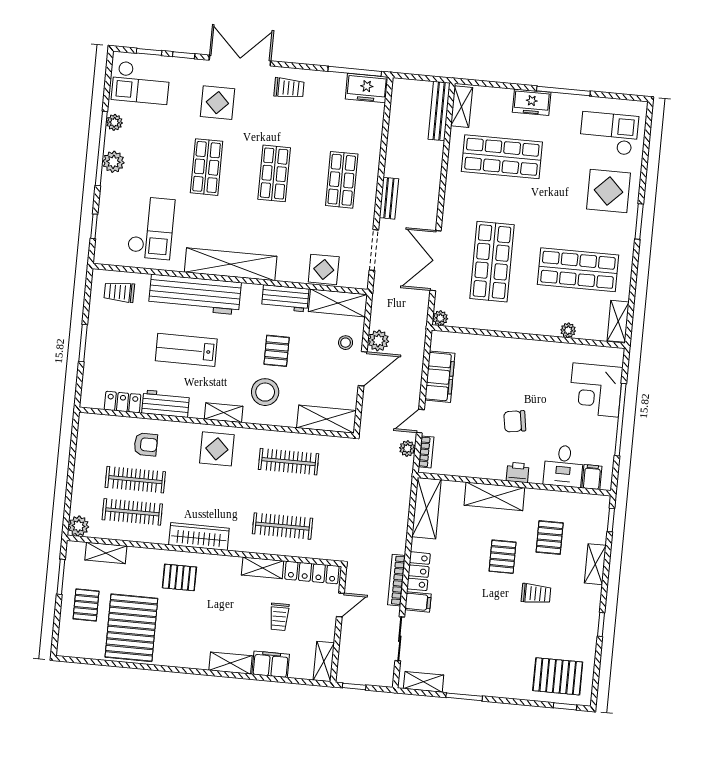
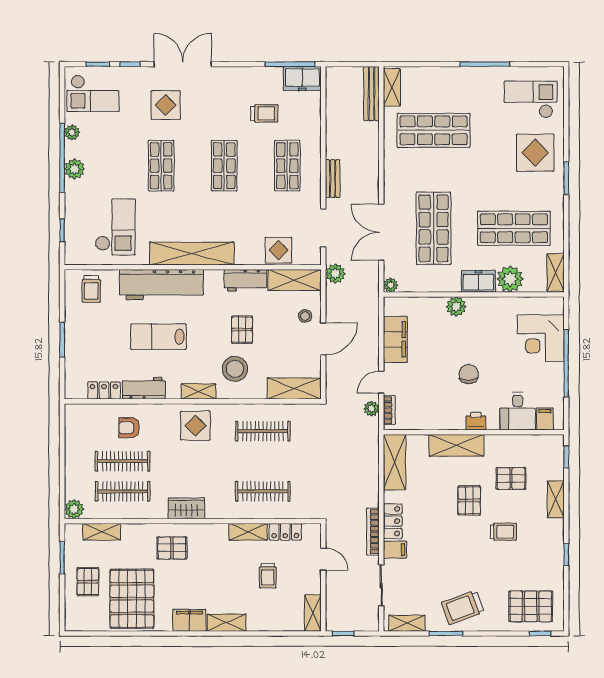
trolley: (289, 88) -> (264, 113), moved
freezer: (532, 102) -> (478, 281), moved, turned 180
trolley: (119, 292) -> (91, 289), turned -90
plant: (568, 330) -> (510, 279), width x1.88, depth x1.88
plant: (378, 341) -> (335, 274), moved
plant: (508, 348) -> (456, 307), added
chair: (515, 421) -> (469, 374), turned 99
armchair: (146, 444) -> (129, 428), turned 180
wardrobe: (199, 537) -> (186, 508), width x0.67
pallet: (550, 537) -> (511, 479), turned 90
locker: (312, 573) -> (285, 532), width x0.66
door: (340, 605) -> (323, 559), hinge flipped
filing cabinet: (271, 664) -> (189, 620), moved
trolley: (485, 671) -> (463, 607), added

